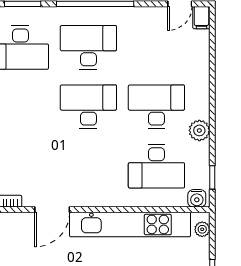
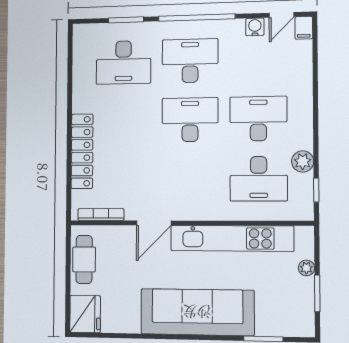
plant: (199, 130) -> (303, 161), moved
water cooler: (197, 198) -> (255, 27), moved, turned 180
plant: (202, 229) -> (306, 268), moved

